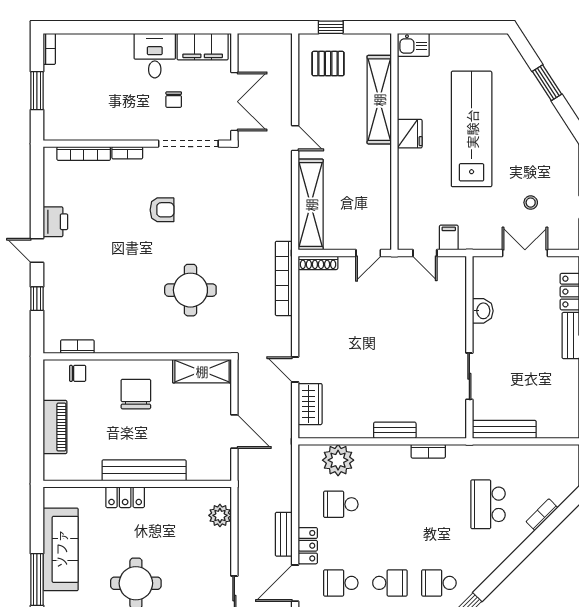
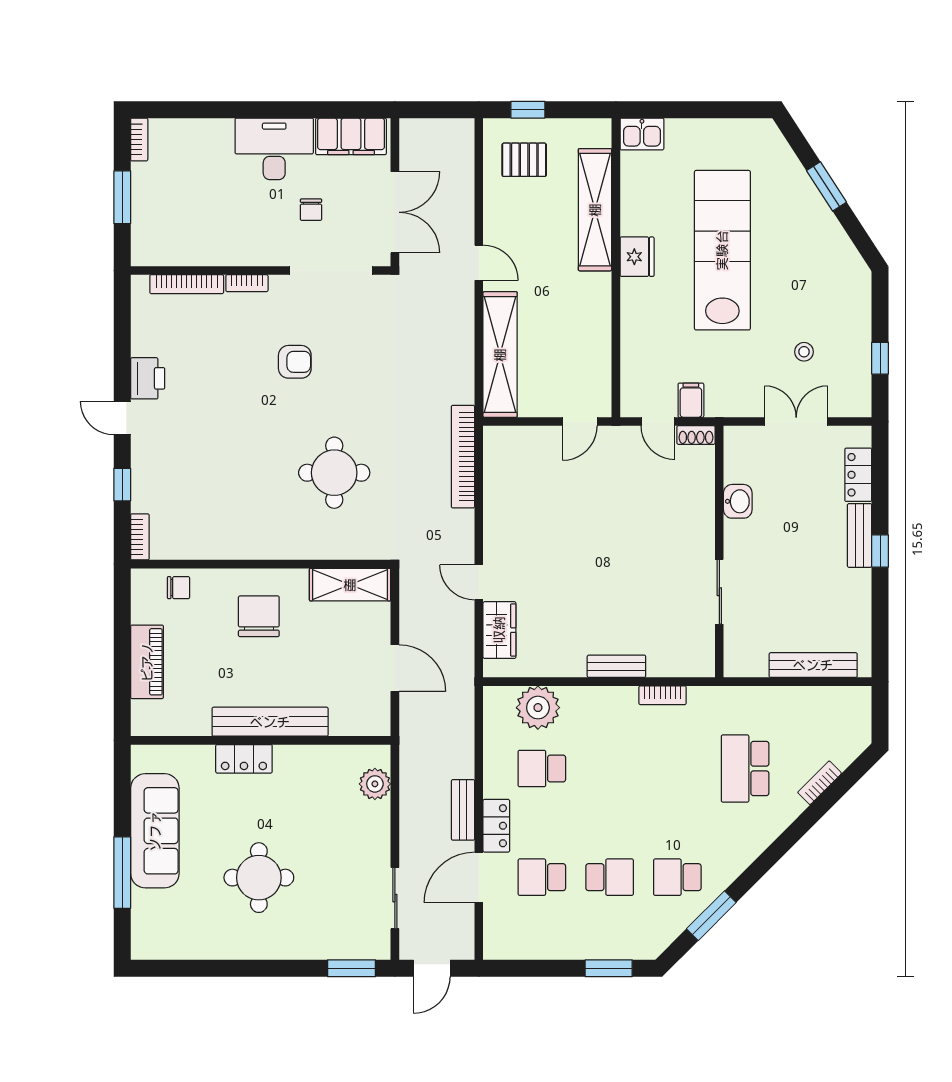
desk: (155, 56) -> (274, 149), width x1.37
shoe rack: (318, 263) -> (696, 435), moved, width x0.70
bookcase: (77, 347) -> (140, 537), moved, turned 90
bench: (504, 429) -> (813, 665), moved

